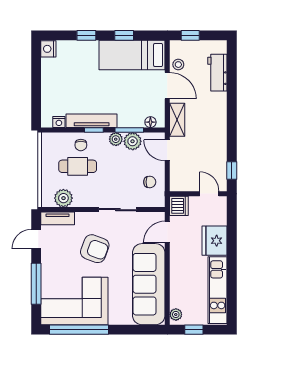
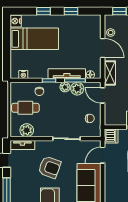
bed: (132, 55) -> (34, 39), moved, turned 180
tv unit: (92, 121) -> (67, 74), moved
cafe table: (78, 166) -> (25, 108), moved

